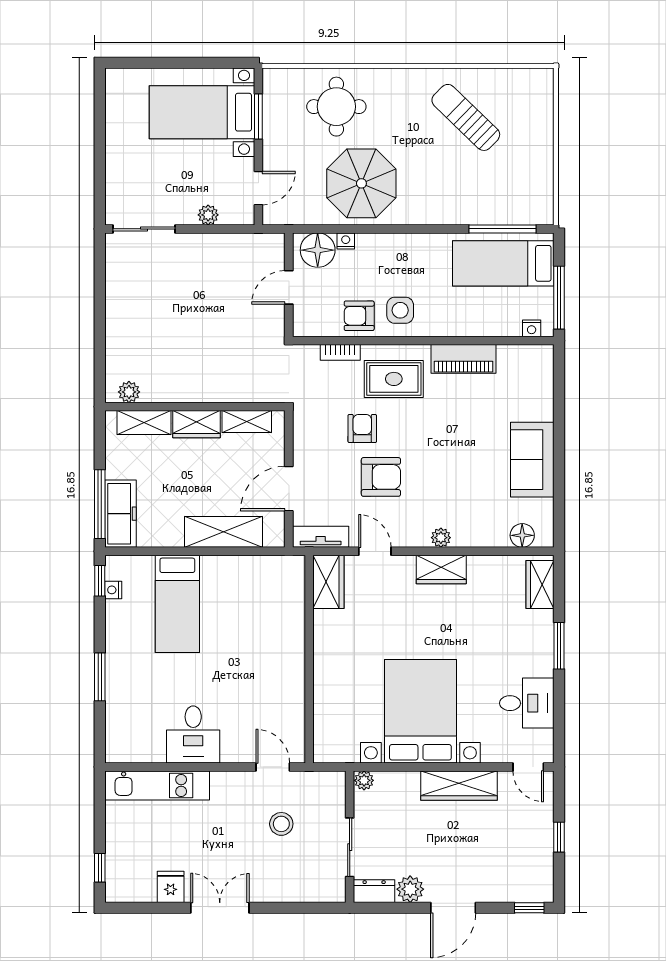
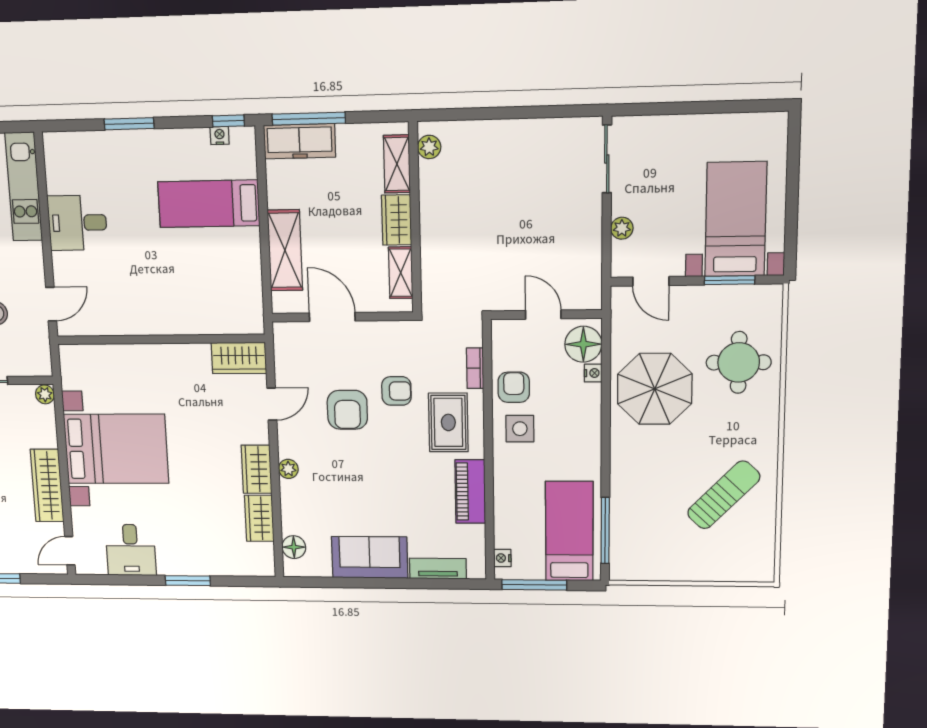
tv unit: (321, 537) -> (438, 569), moved, turned -90
wardrobe: (540, 584) -> (259, 518), moved, turned -90

